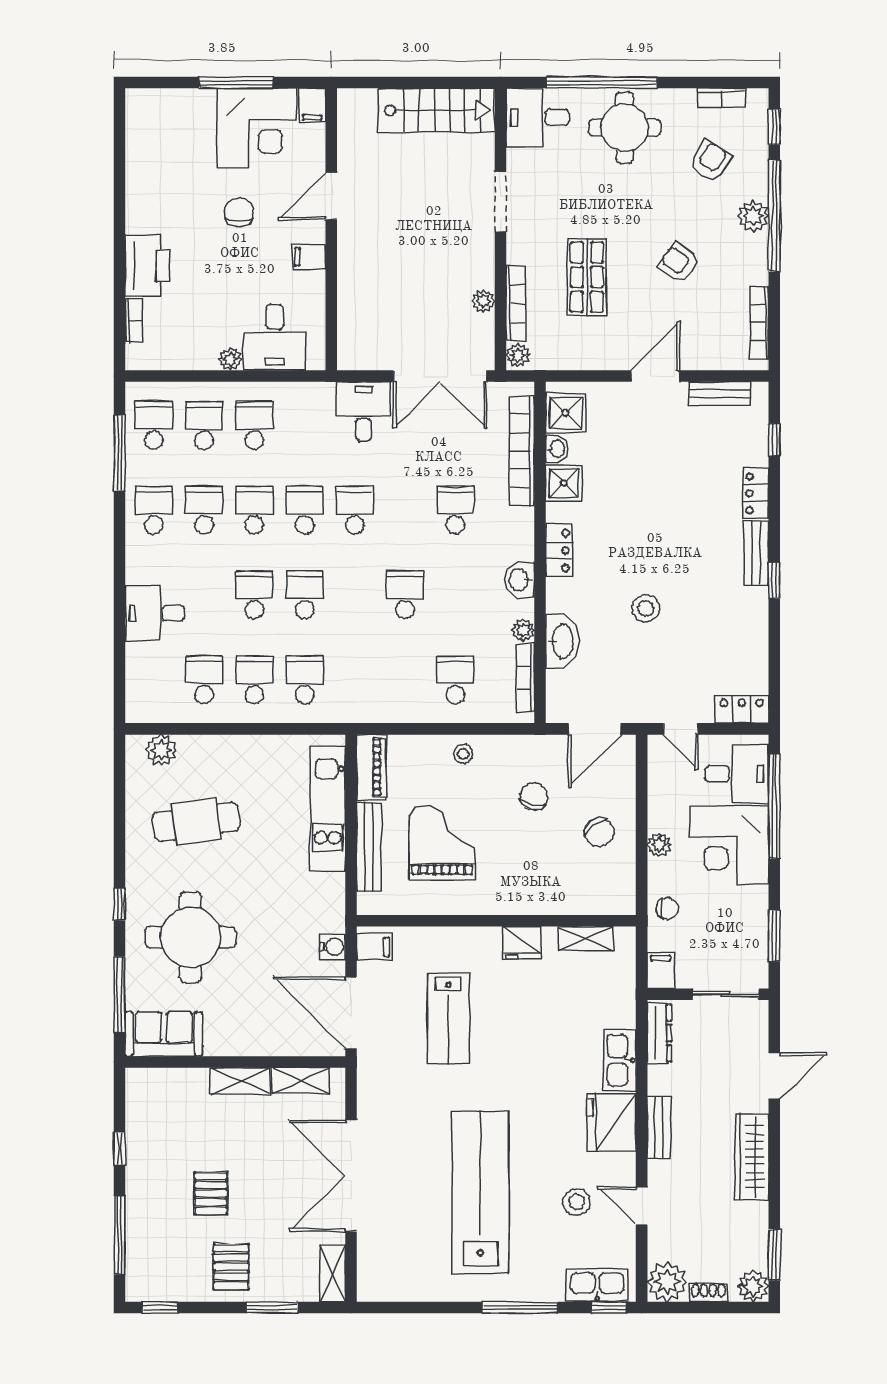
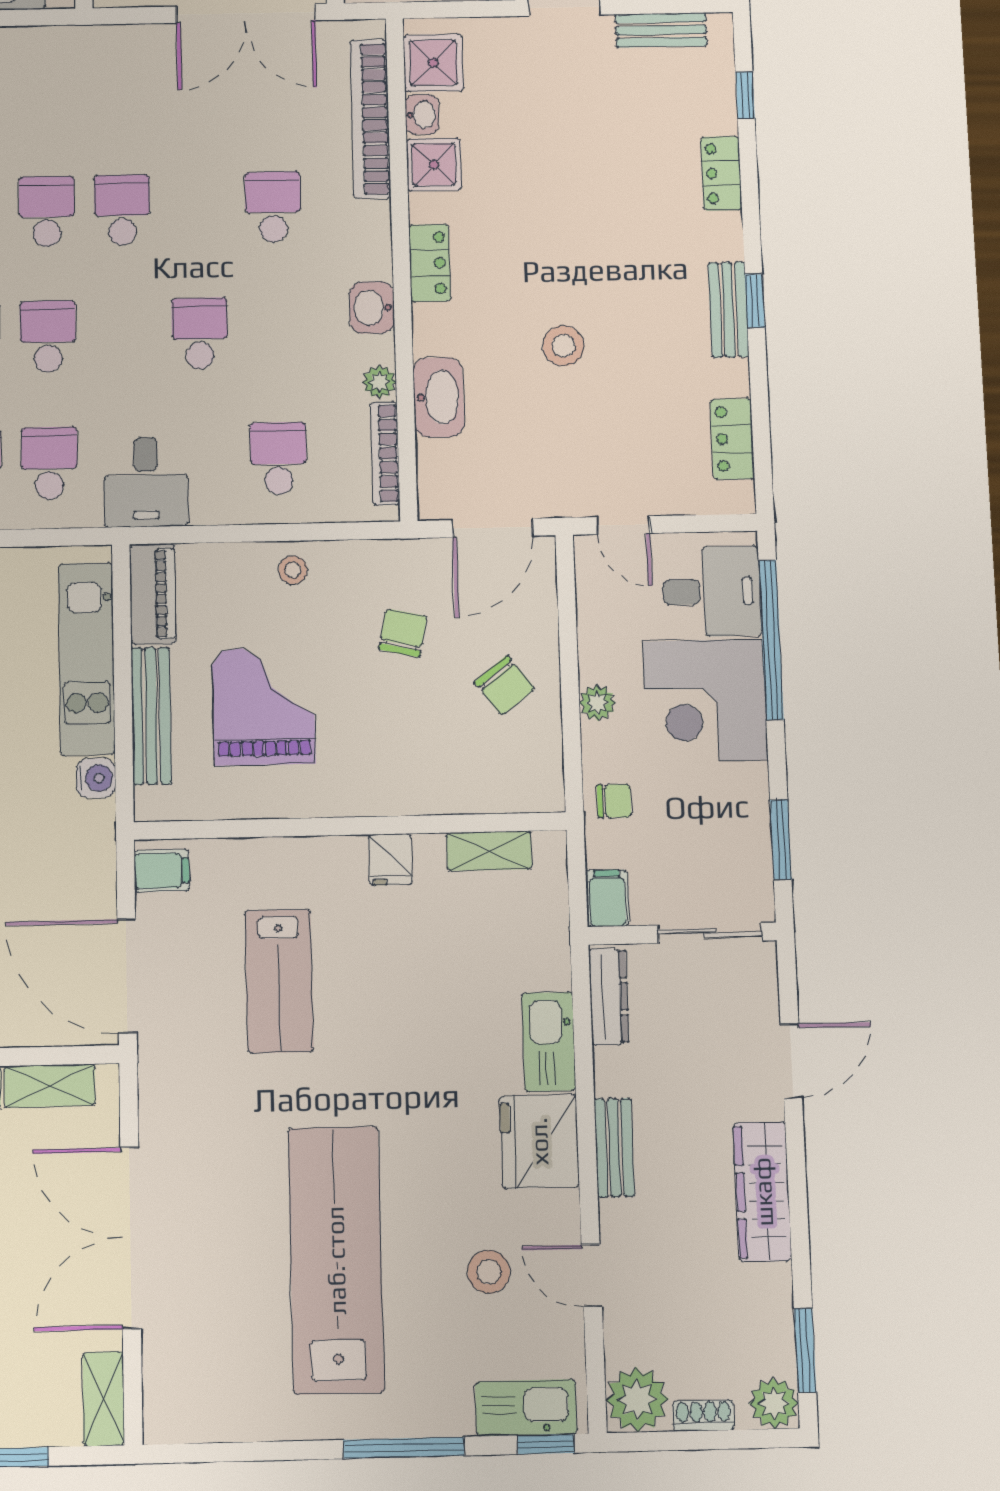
desk: (364, 411) -> (146, 482), moved, turned 180
bench: (756, 553) -> (728, 310), moved
locker: (742, 710) -> (732, 439), moved, turned -90
fridge: (522, 943) -> (390, 860), width x0.72
water cooler: (333, 947) -> (96, 778), moved

